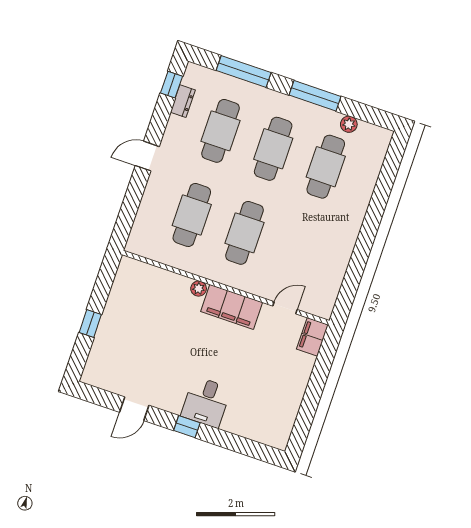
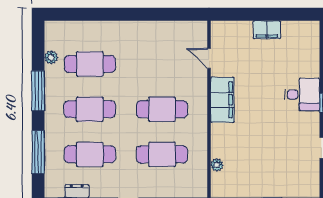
plant: (199, 289) -> (217, 165), moved
filing cabinet: (312, 337) -> (267, 30), moved

